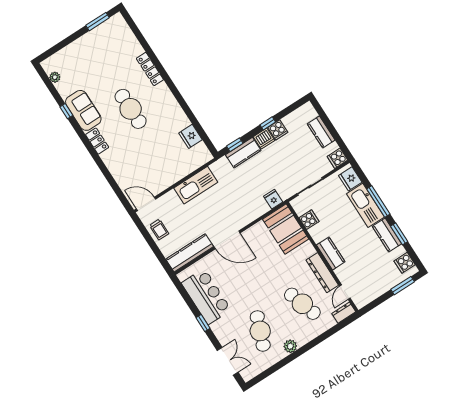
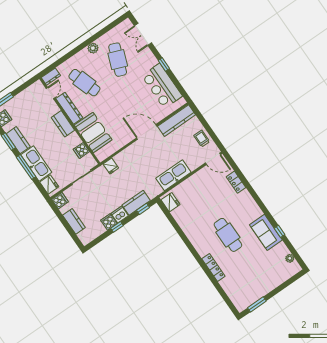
fridge: (191, 136) -> (170, 202), moved
locker: (97, 141) -> (236, 182), moved
booth: (286, 229) -> (93, 132), moved

